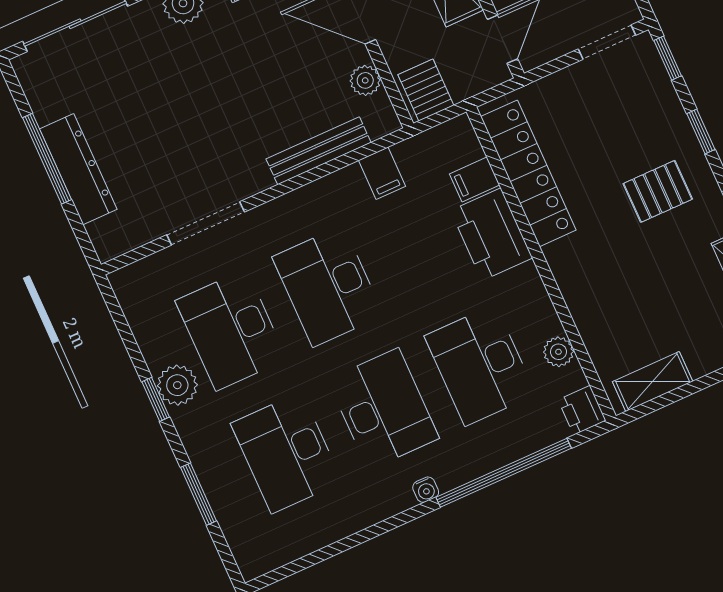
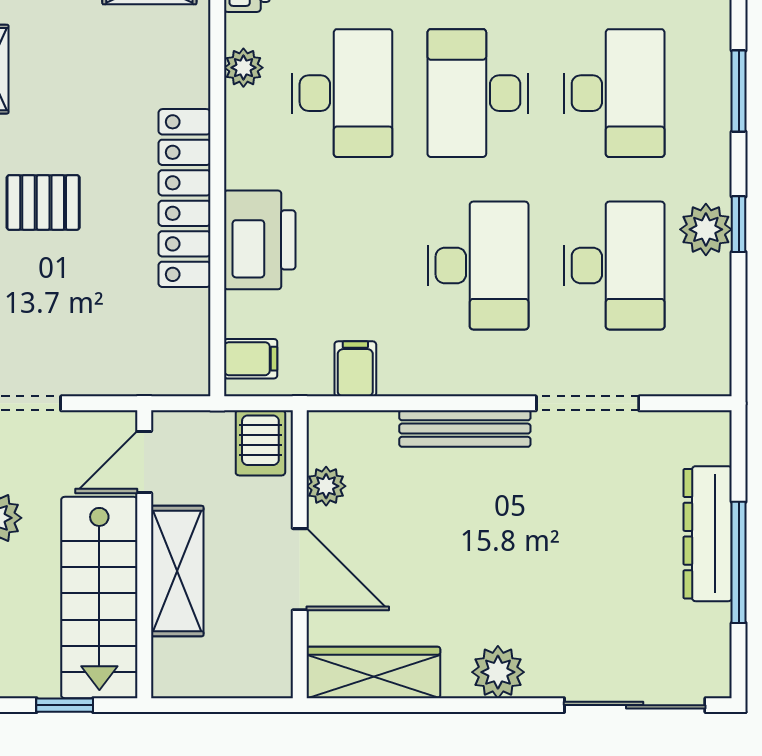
bench: (319, 151) -> (465, 429), moved
locker: (528, 173) -> (185, 198), moved
filing cabinet: (475, 179) -> (251, 359), moved

